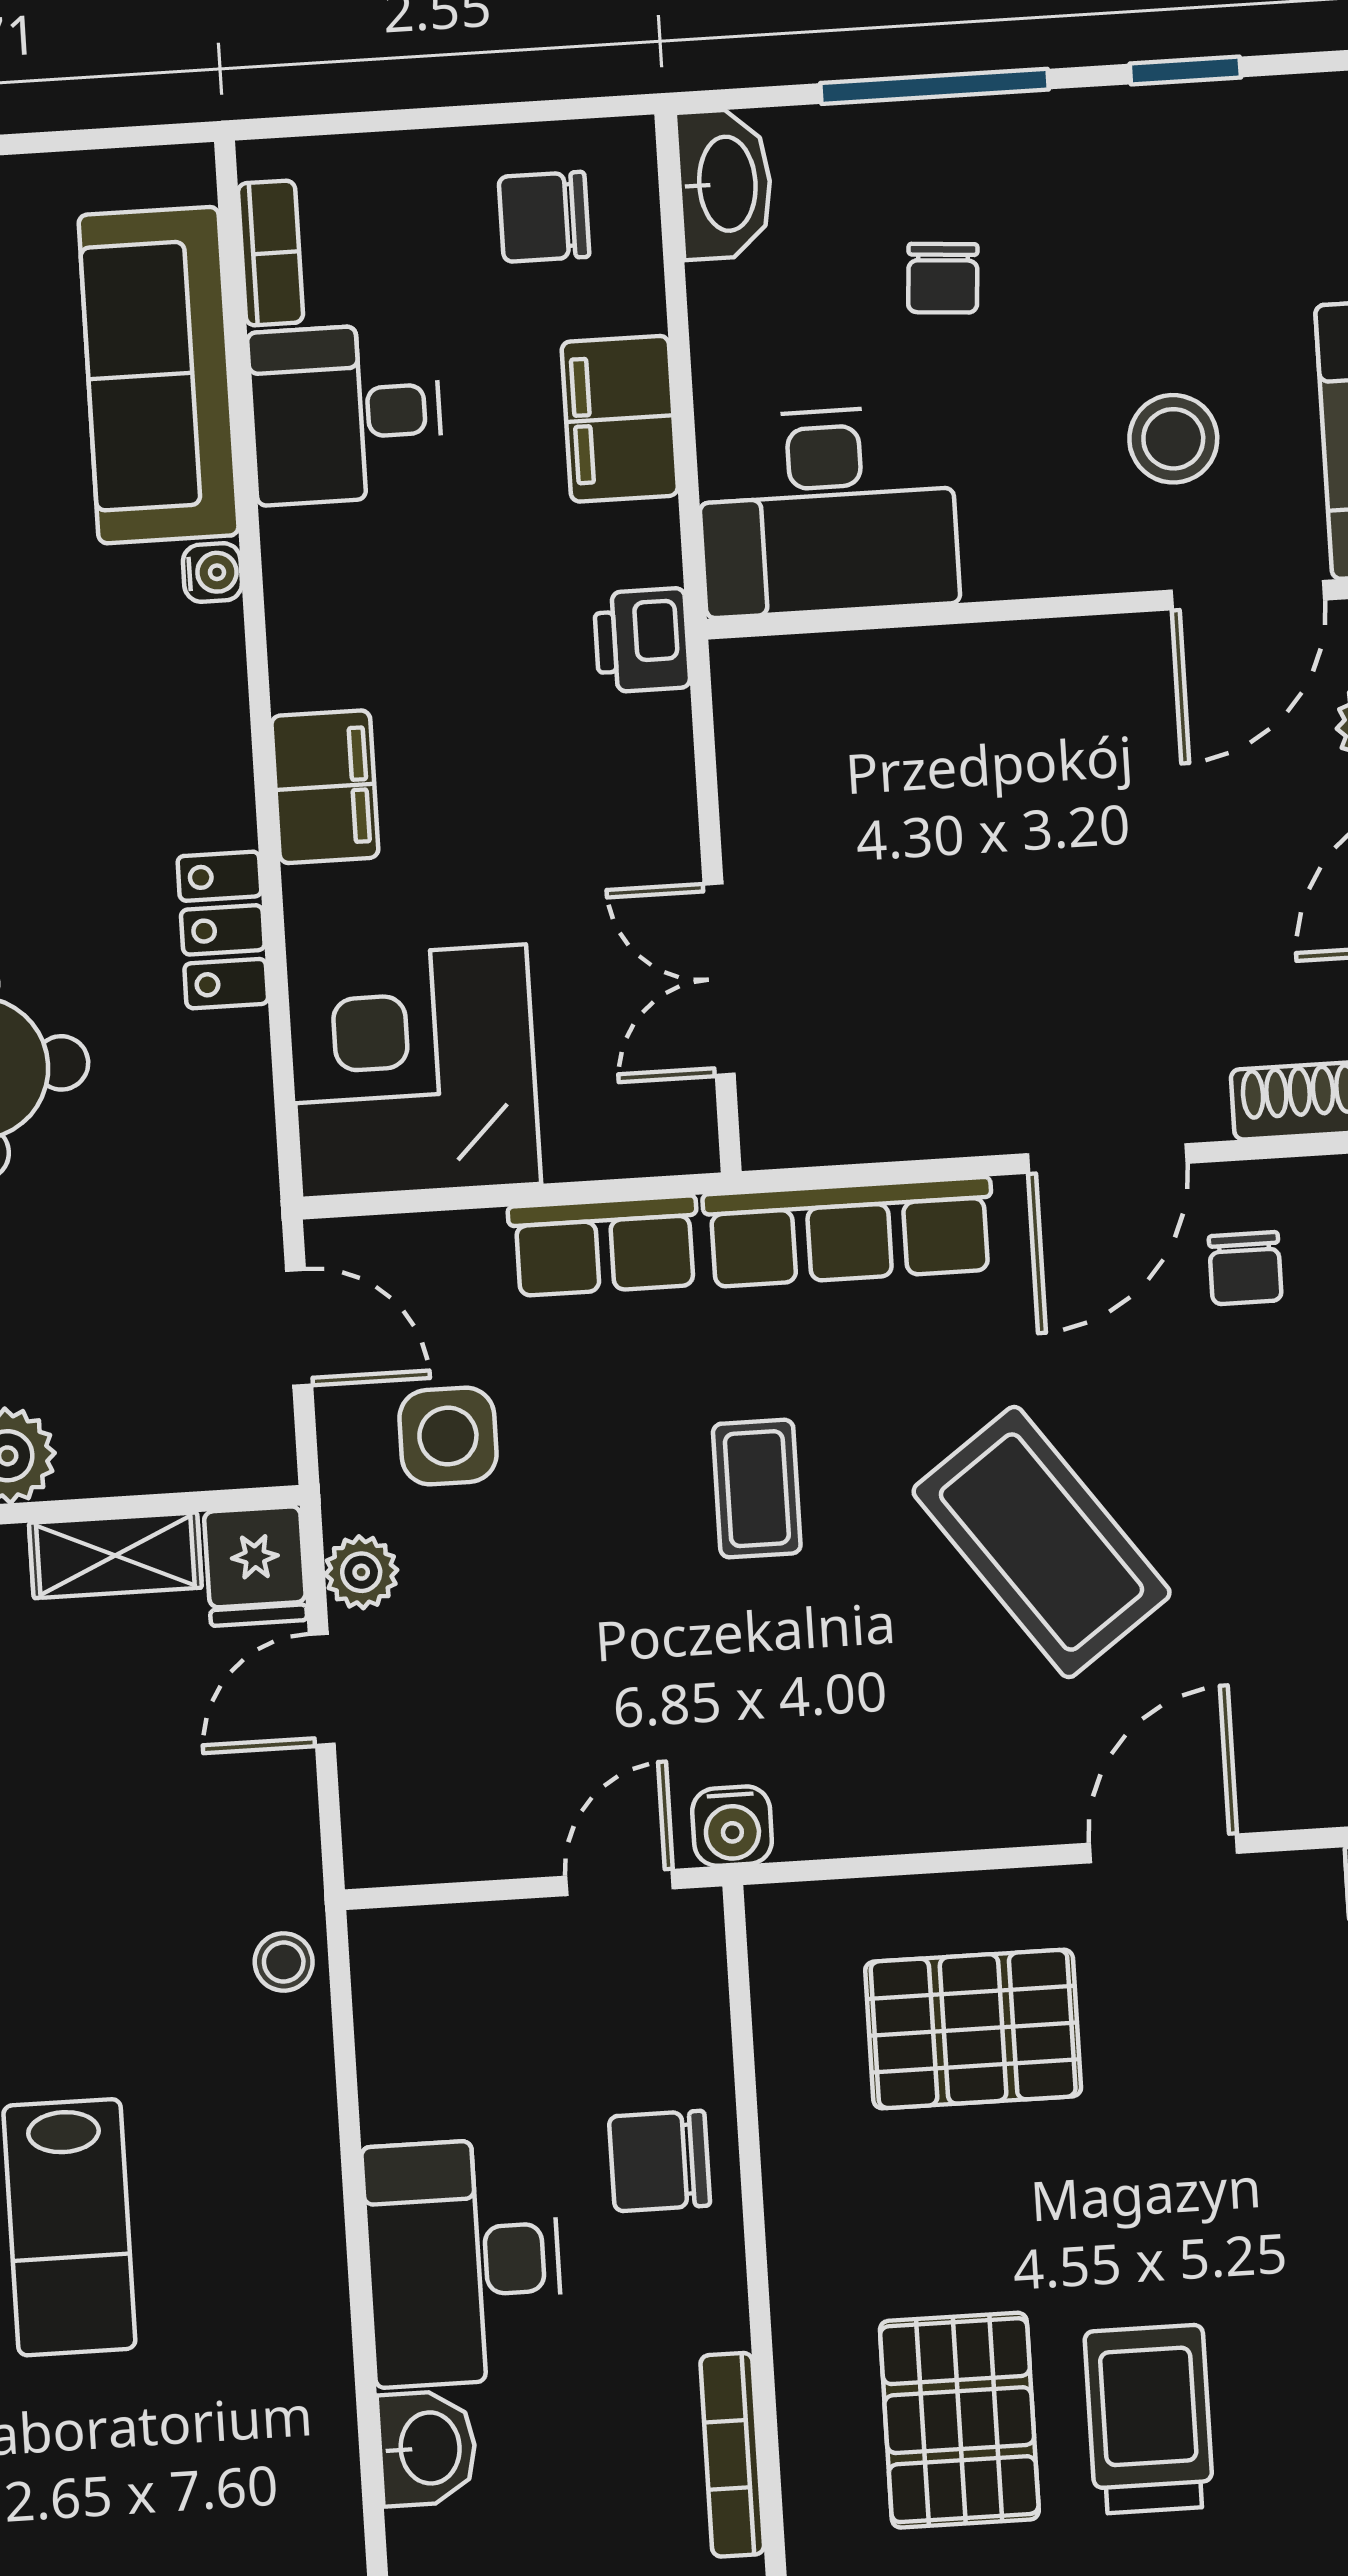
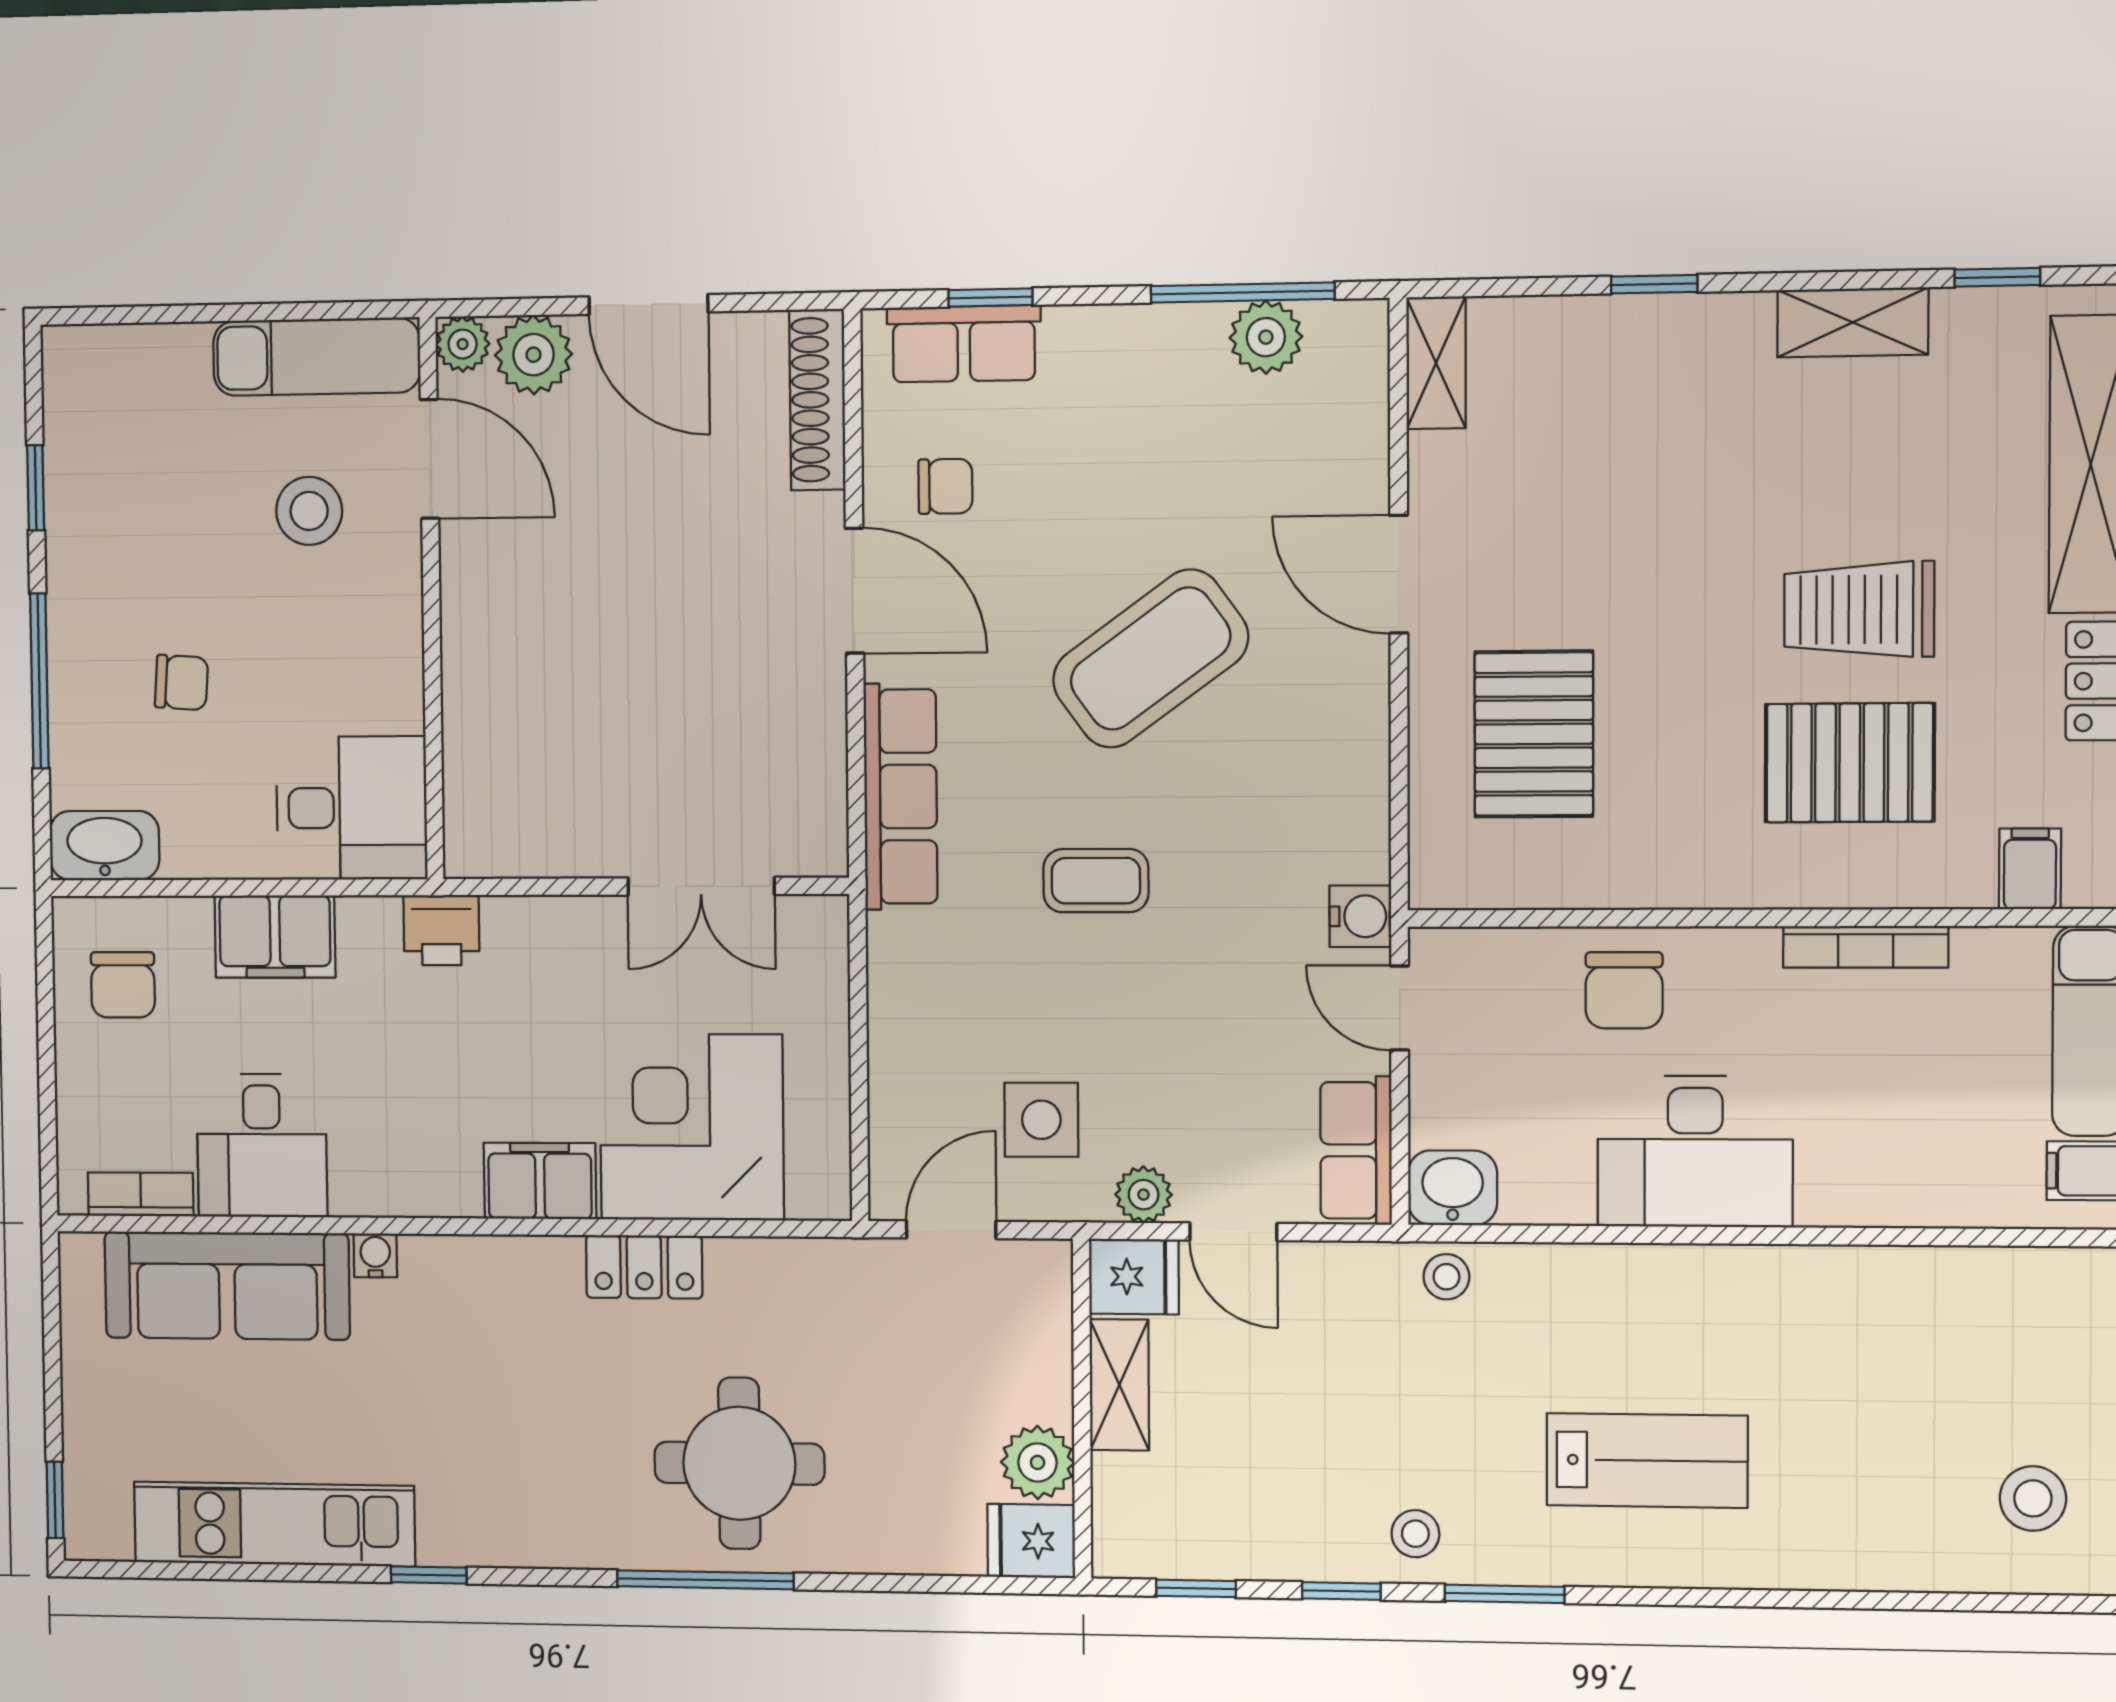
desk: (827, 511) -> (352, 808), width x0.73
corner desk: (414, 1072) -> (692, 1127), moved, turned 90
row of seats: (604, 1246) -> (1356, 1150), moved, turned 180
washbasin: (427, 2448) -> (1453, 1188), moved

